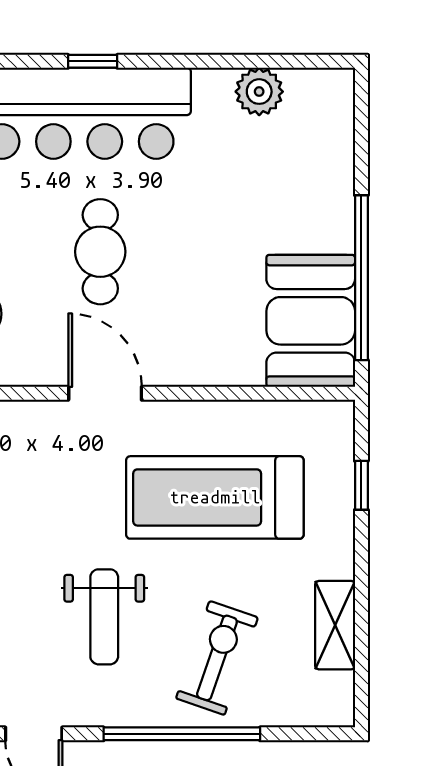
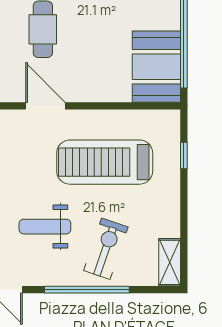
weight bench: (104, 617) -> (45, 227), turned 90
shelving: (335, 625) -> (170, 262), moved

